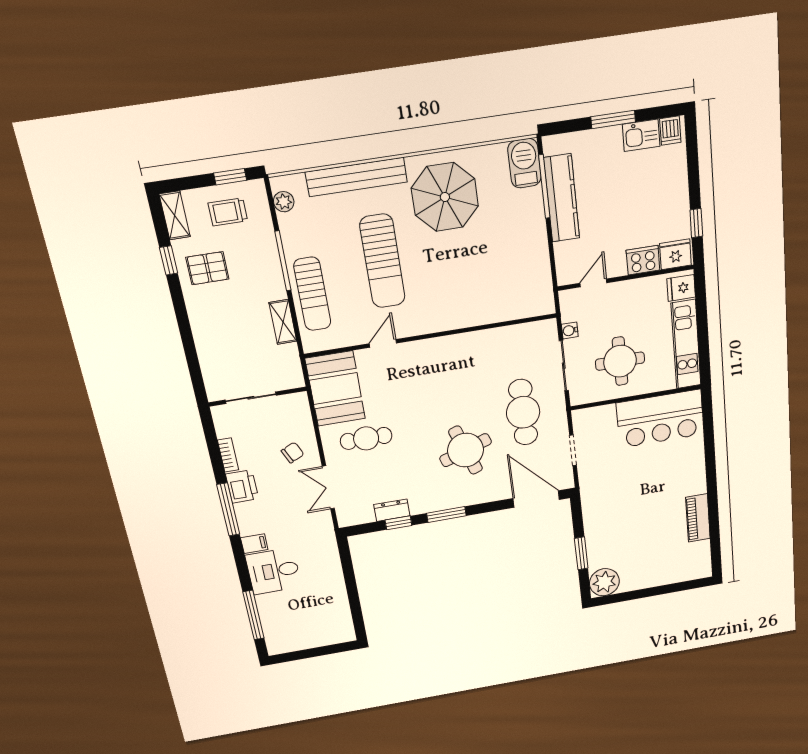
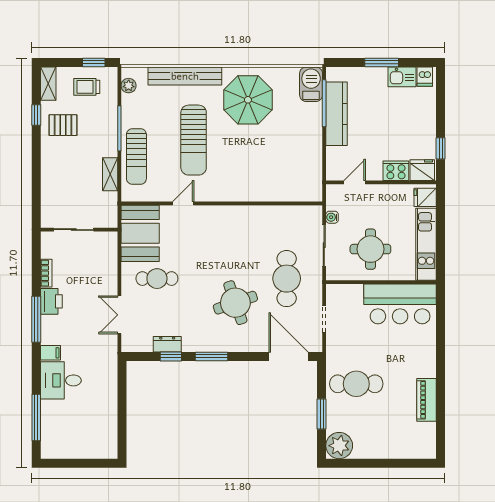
chair: (293, 453) -> (97, 280), removed
cafe table: (617, 515) -> (356, 384), added

